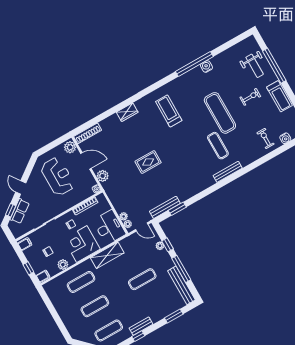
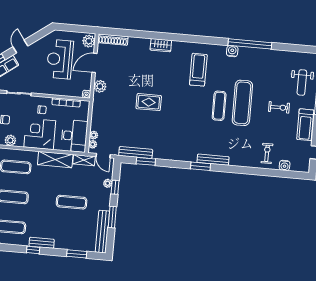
water cooler: (206, 66) -> (232, 51), moved
exercise mat: (218, 146) -> (219, 106), moved
door: (86, 161) -> (94, 63), swing flipped
reception desk: (58, 176) -> (60, 59), turned 180
window: (222, 183) -> (200, 166), added
shelving: (130, 240) -> (84, 160), added
window: (181, 269) -> (112, 217), width x0.69

